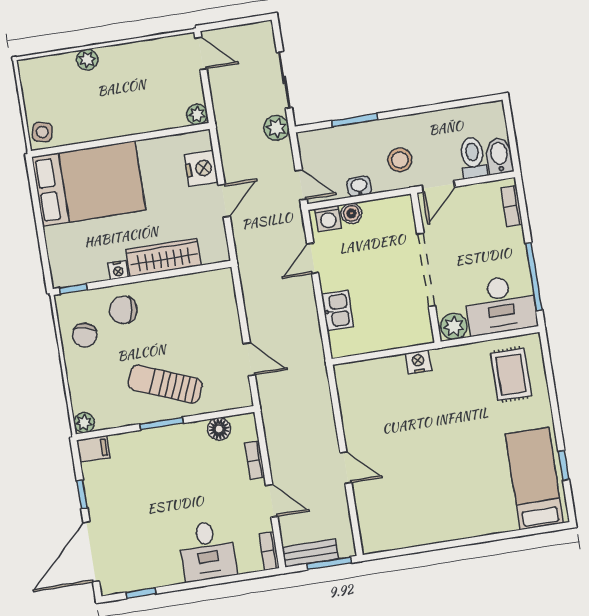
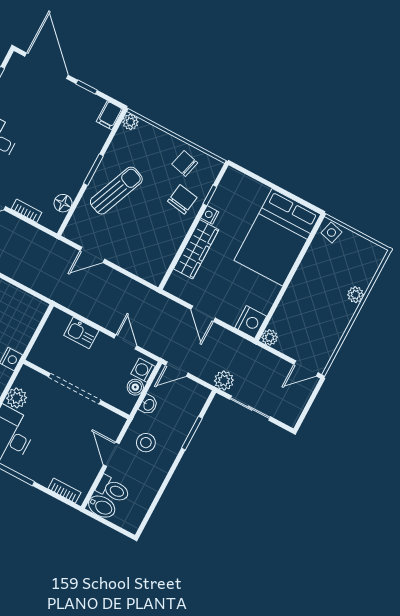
nightstand: (201, 168) -> (251, 322), moved, turned -90
wall: (426, 268) -> (76, 389), moved
doorway: (426, 270) -> (75, 389), moved
window: (73, 289) -> (210, 195), moved

